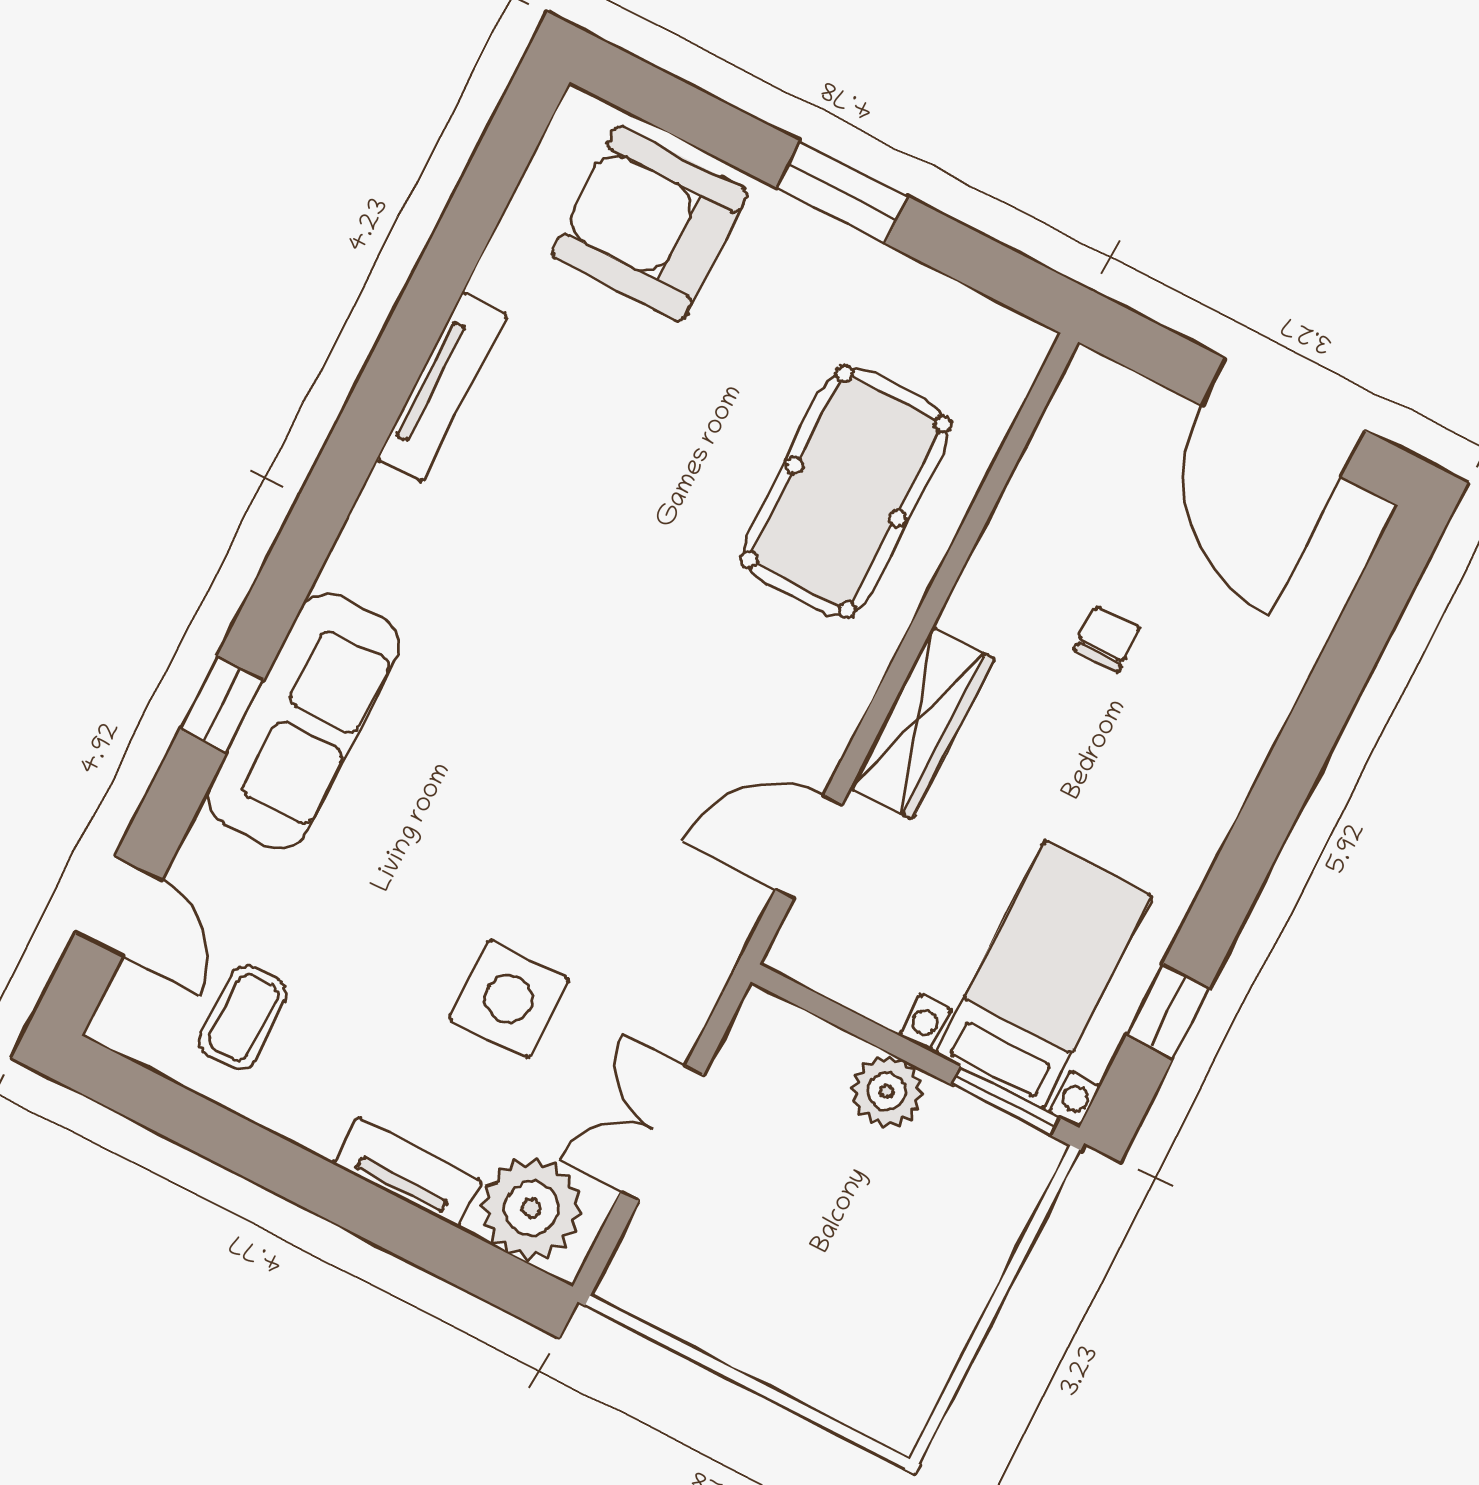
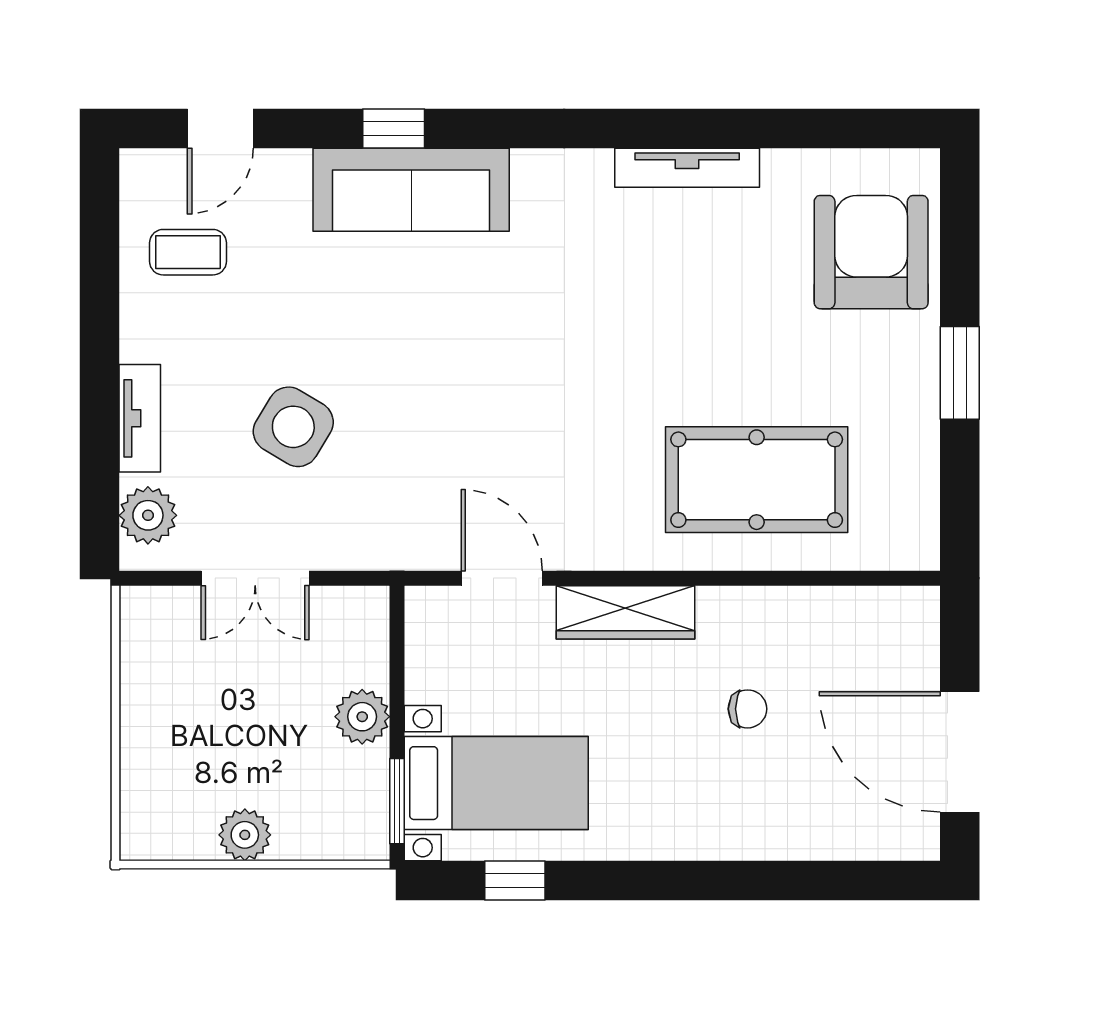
door: (1283, 418) -> (960, 752), hinge flipped
side table: (509, 999) -> (293, 427), turned 31
double door: (662, 1133) -> (255, 578), swing flipped
plant: (531, 1208) -> (148, 515), width x0.73, depth x0.73
plant: (954, 1298) -> (245, 835), added

